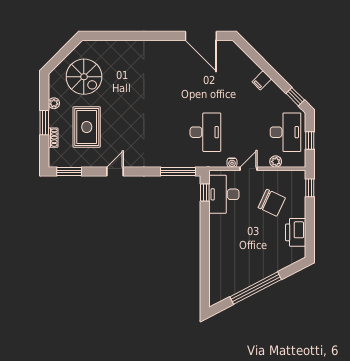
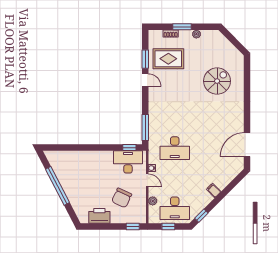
spiral stairs: (84, 77) -> (217, 81), moved, turned 180
rug: (87, 127) -> (168, 59), moved
window: (69, 172) -> (145, 59), moved

